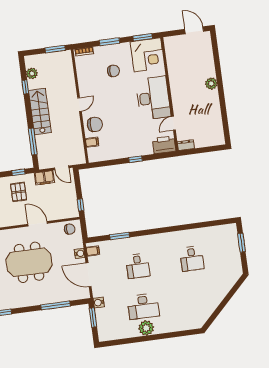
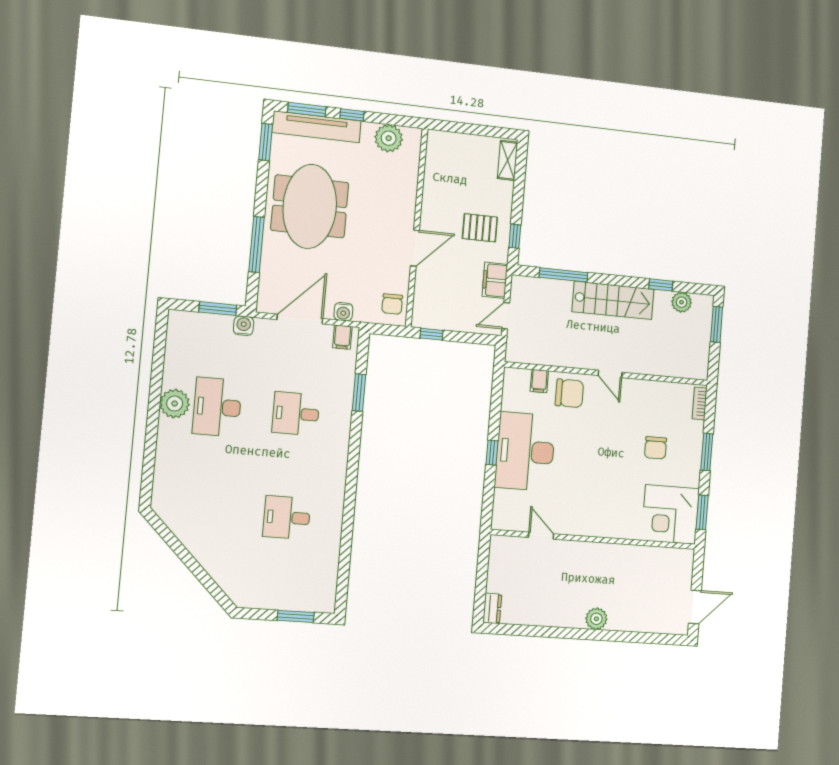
window: (55, 49) -> (717, 324), moved
desk: (153, 98) -> (525, 452), moved, turned 90
chair: (95, 124) -> (569, 393), turned -90
printer: (164, 145) -> (506, 510), removed
dresser: (186, 145) -> (492, 608), moved
meeting table: (29, 262) -> (310, 206), moved

